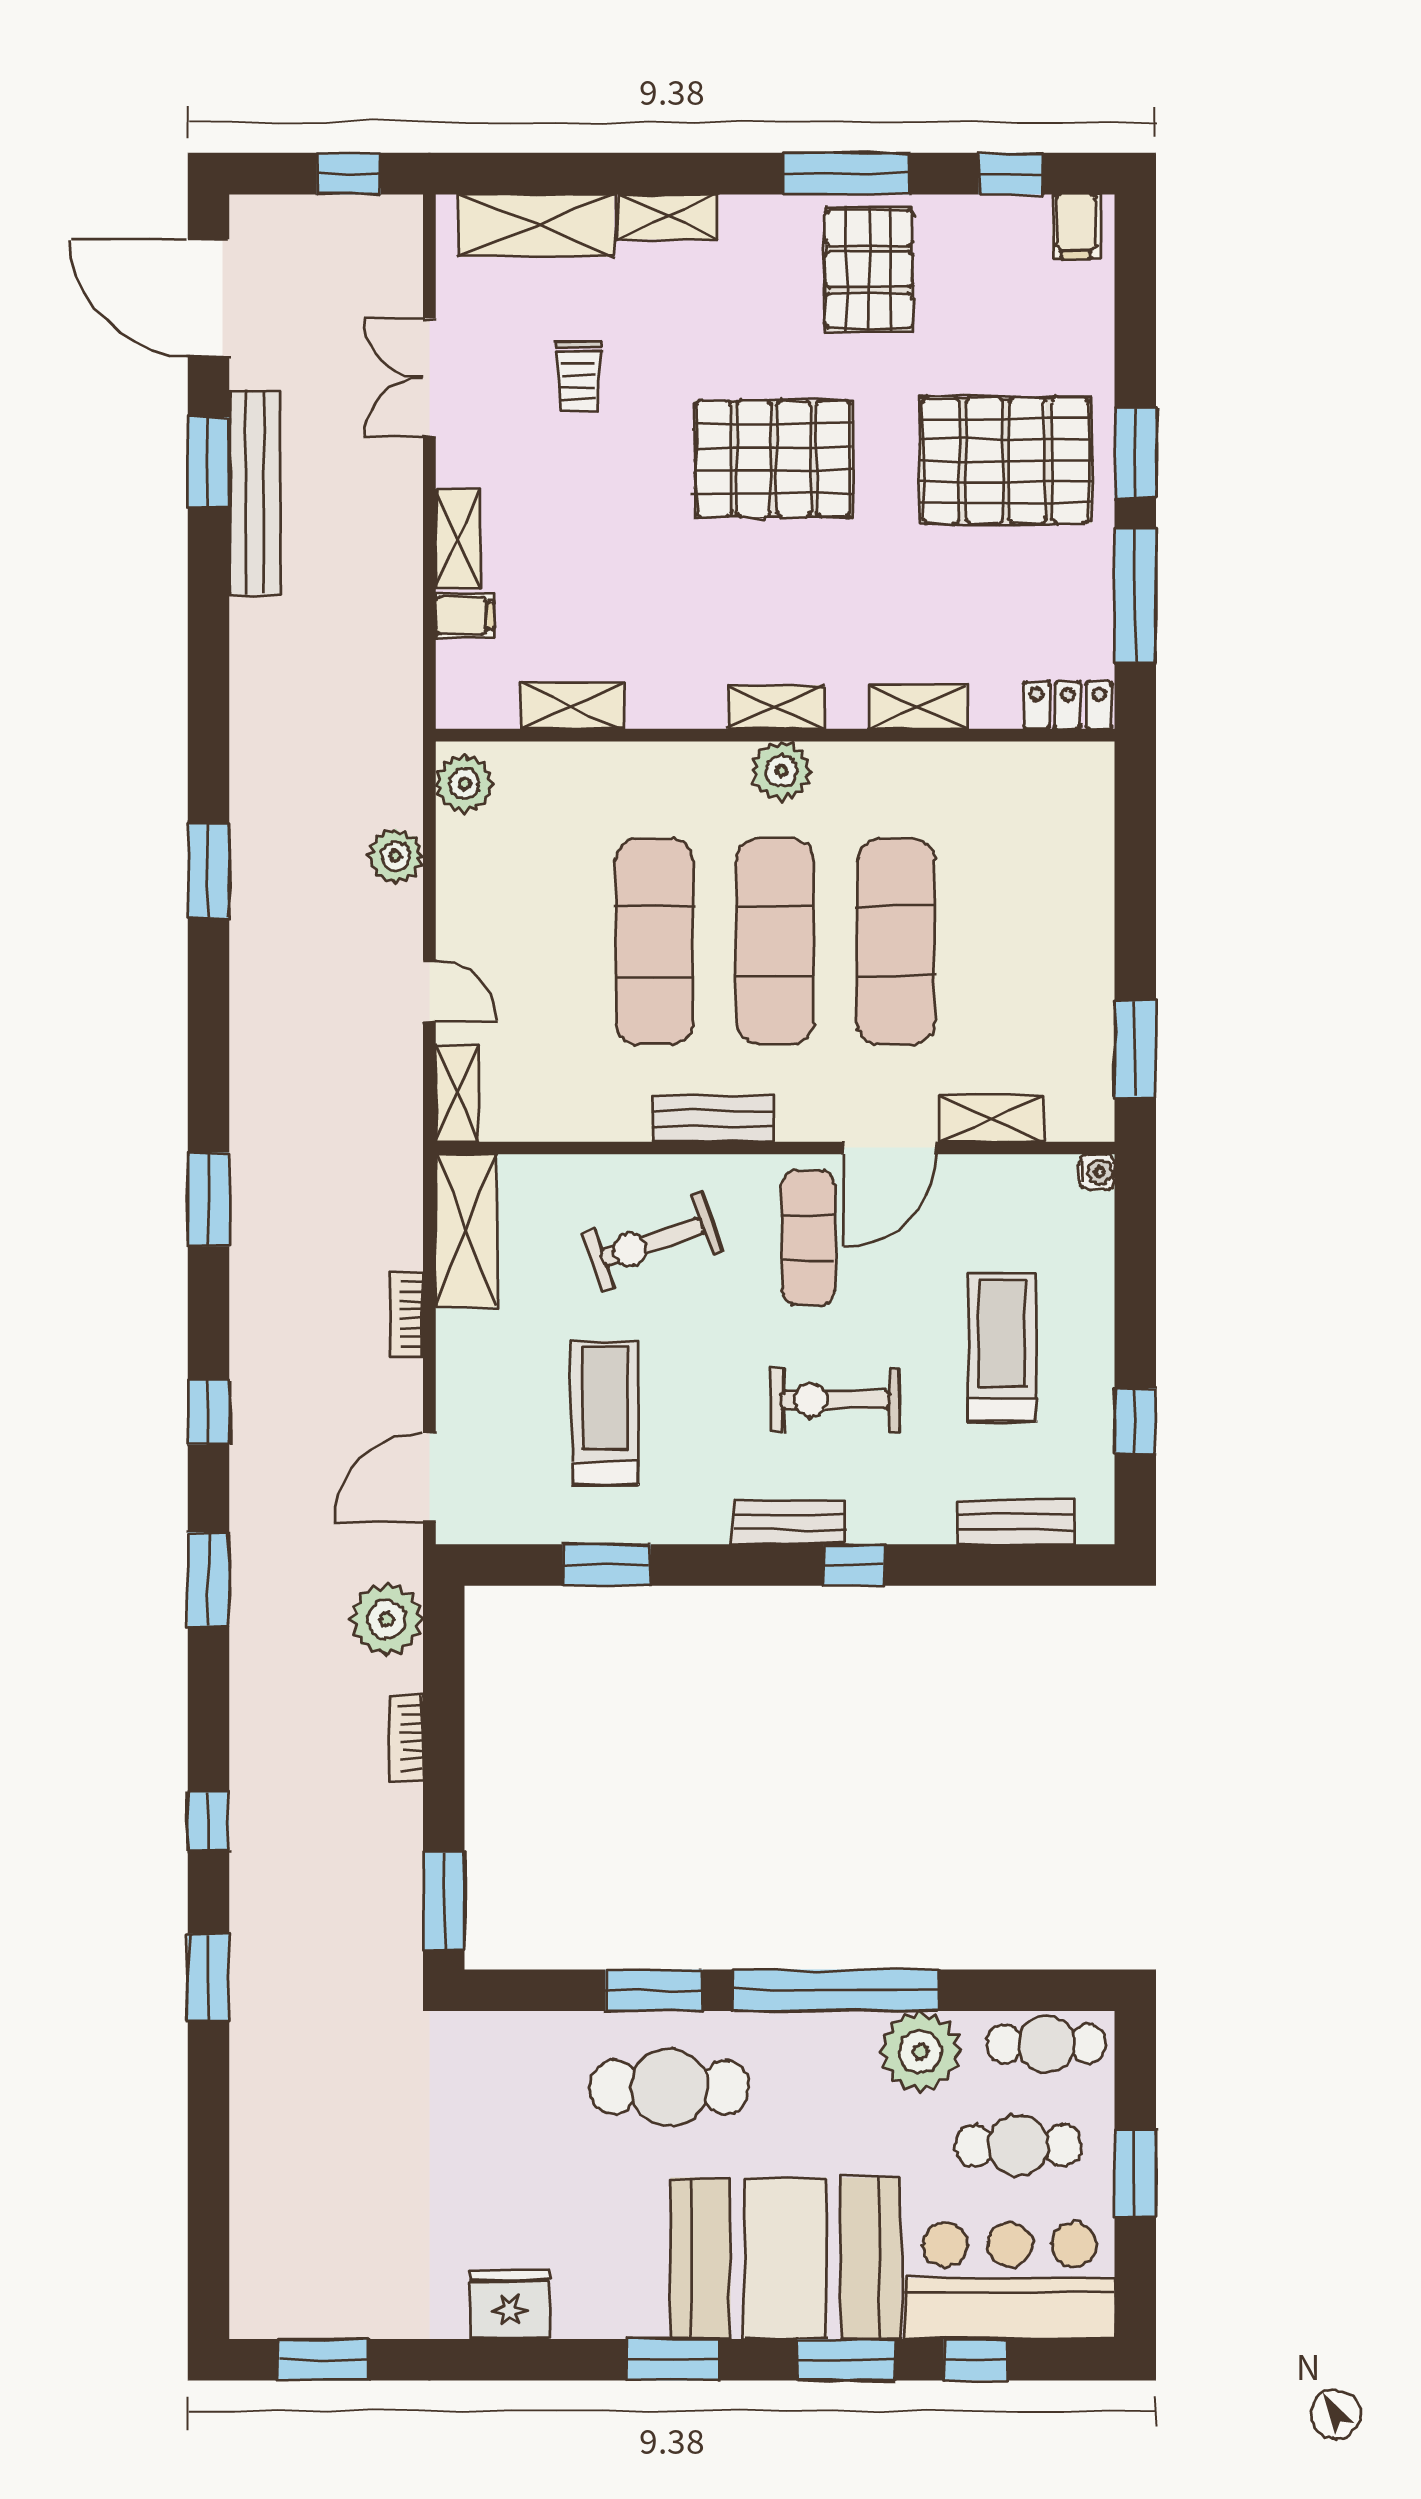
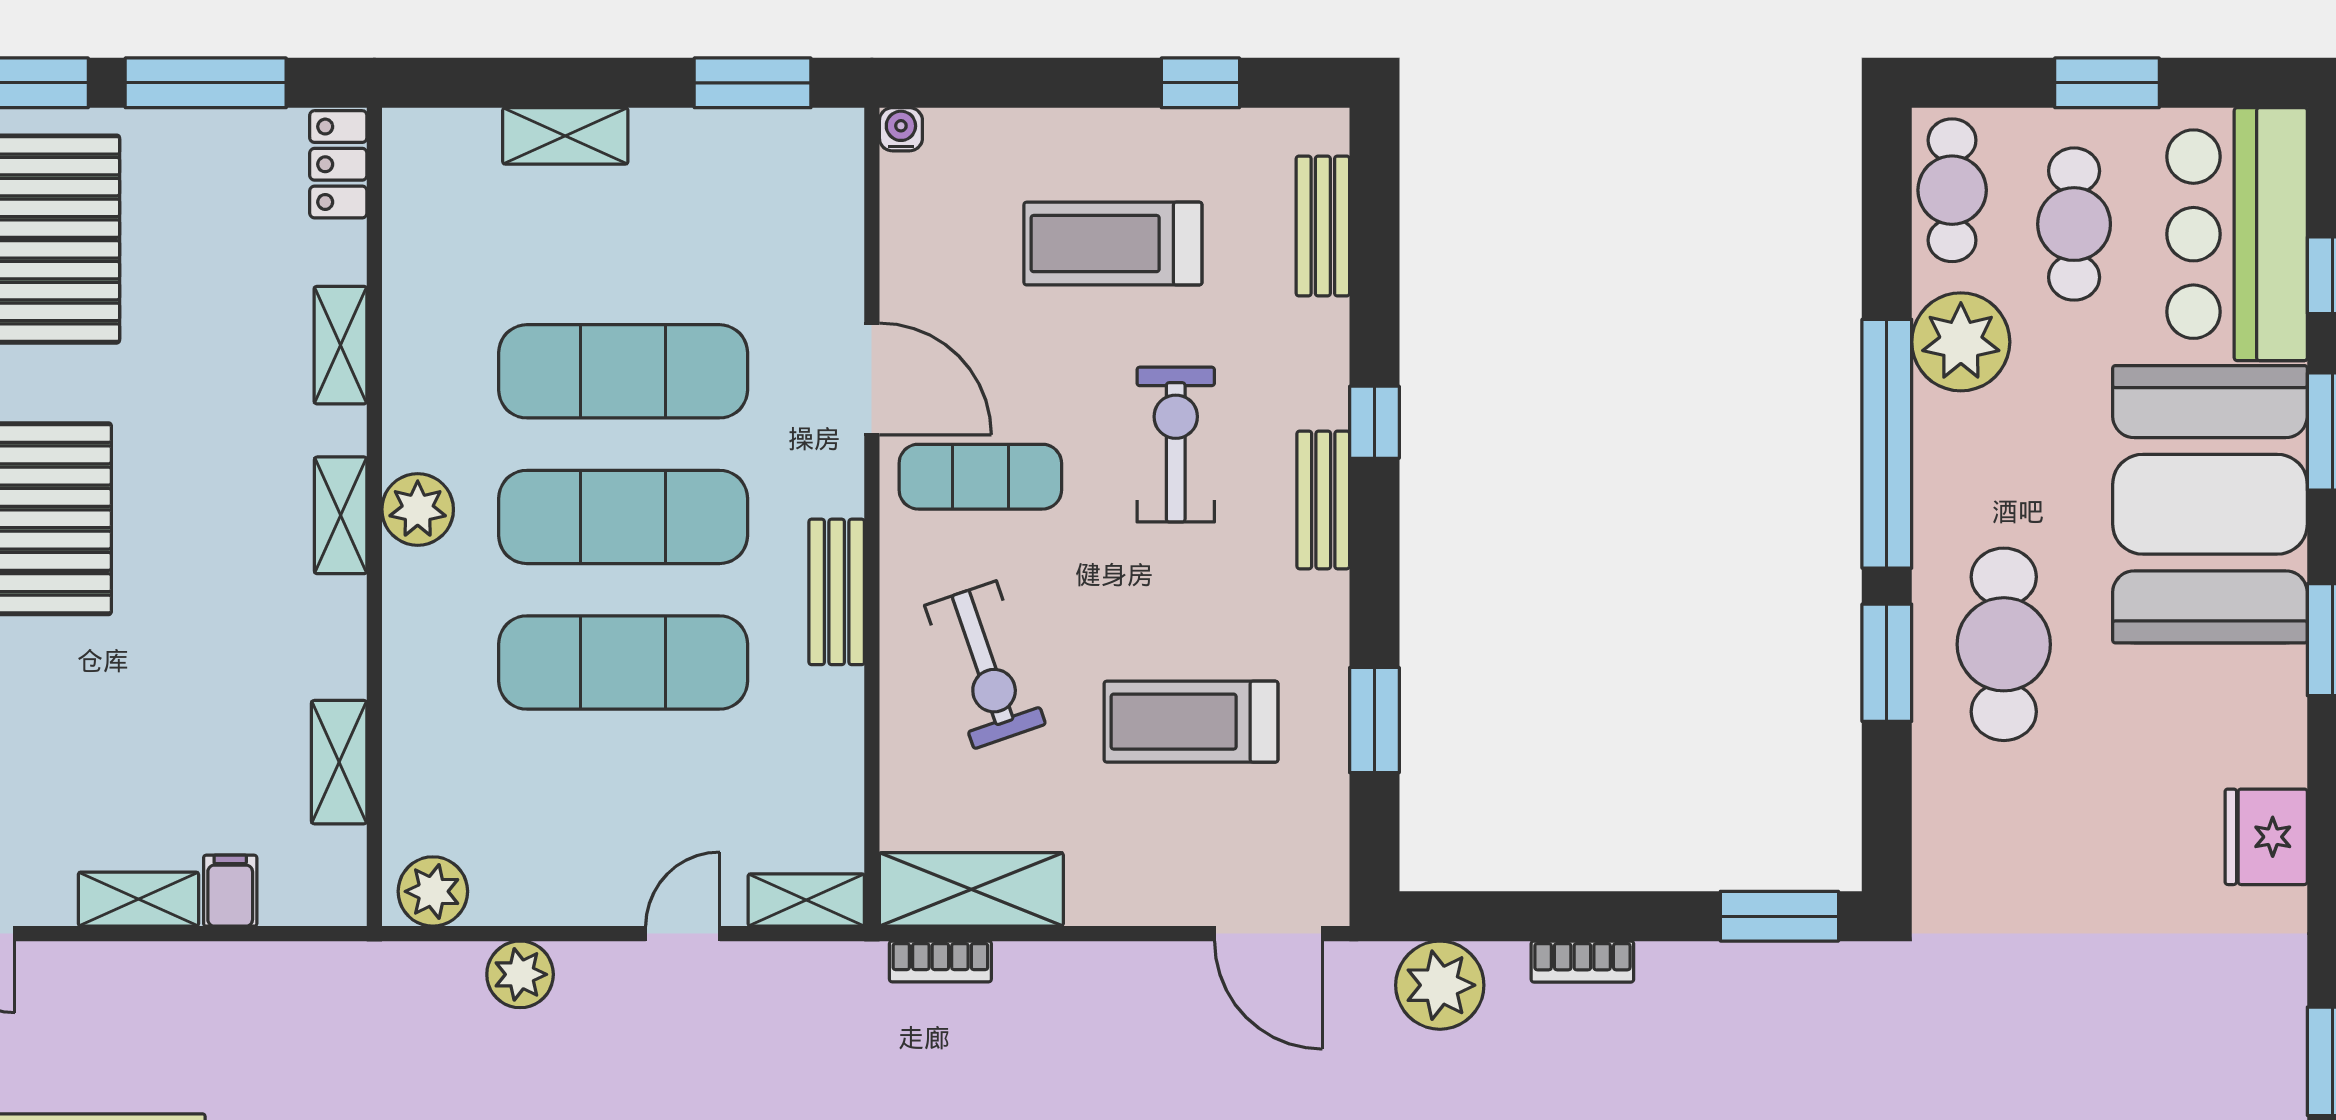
shelving: (991, 1118) -> (565, 136), moved, turned 90
bookcase: (406, 1314) -> (940, 961), moved
exercise bike: (835, 1400) -> (1176, 445), turned 180

